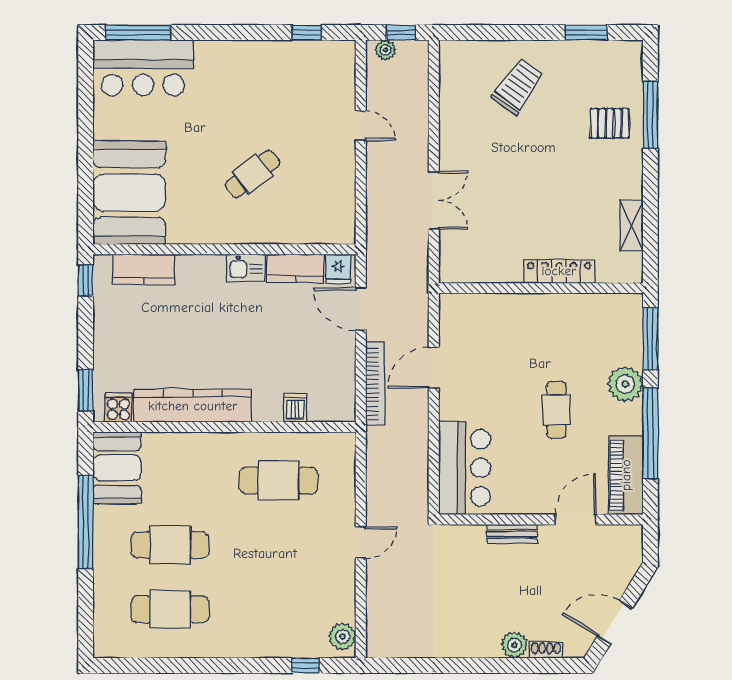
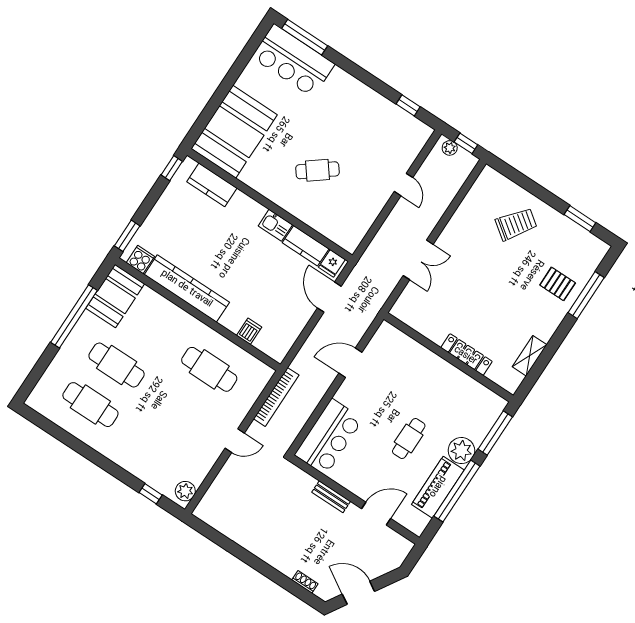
bookcase: (375, 384) -> (276, 397), moved
piano: (626, 475) -> (438, 487), moved
plant: (514, 645) -> (288, 566), removed

